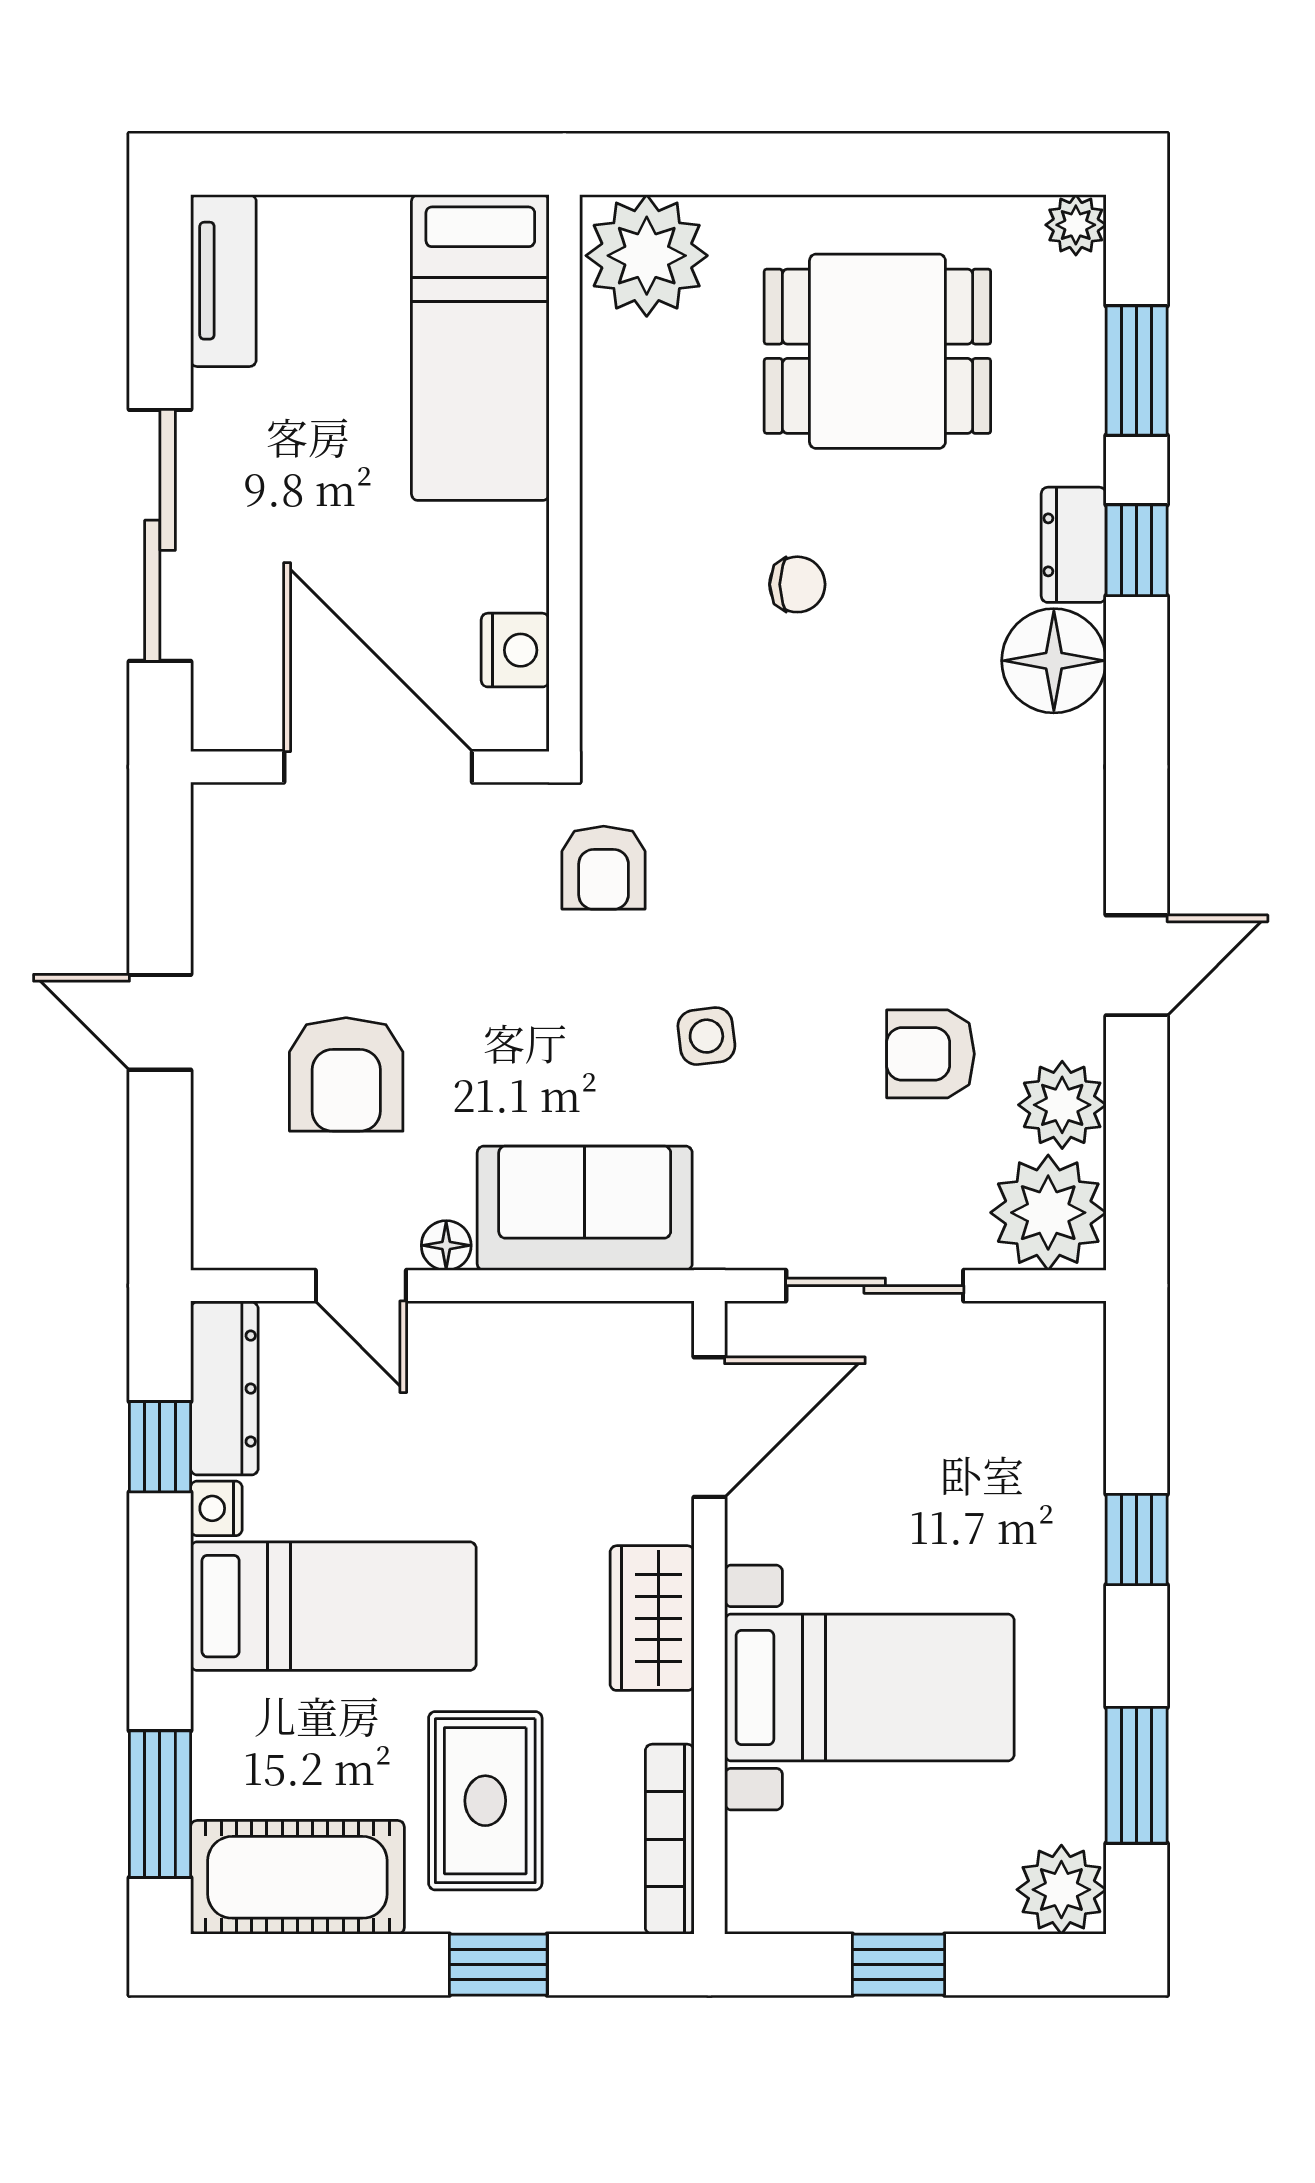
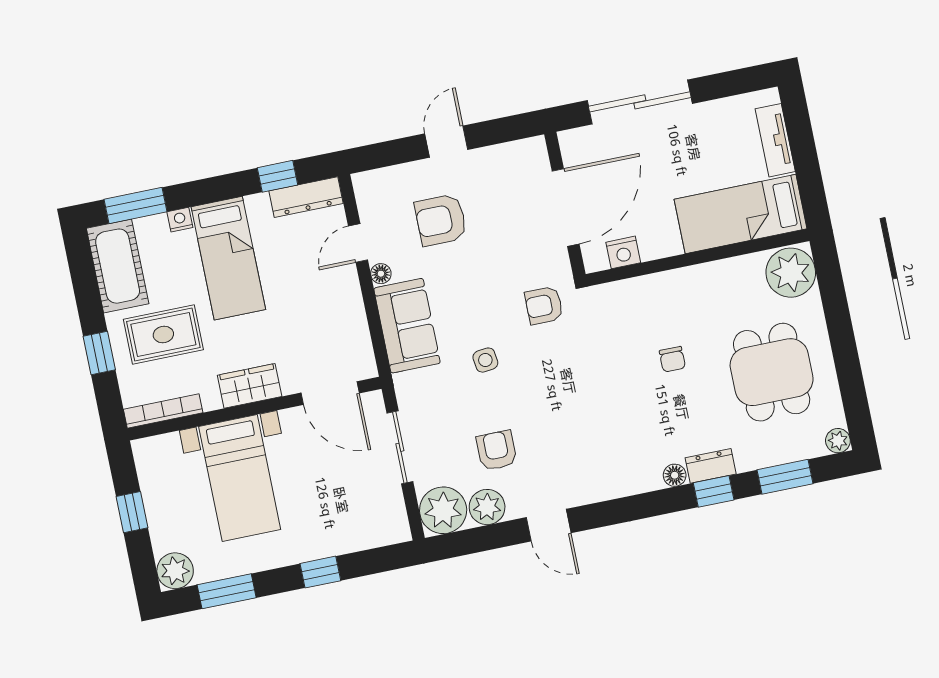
tv unit: (223, 281) -> (775, 140), moved, turned 90
floor lamp: (1054, 661) -> (675, 475), width x0.53, depth x0.53
nightstand: (216, 1508) -> (180, 220), moved

